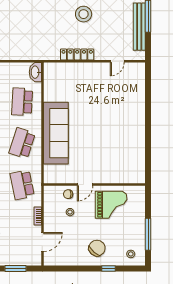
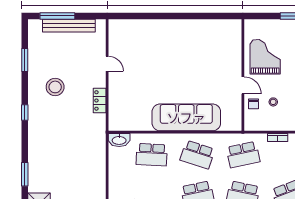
locker: (77, 54) -> (100, 100), width x0.66
door: (117, 61) -> (107, 64), moved

